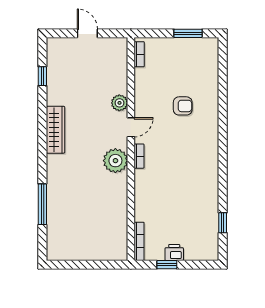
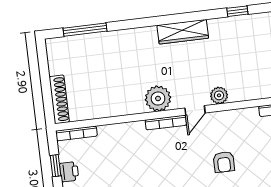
door: (131, 127) -> (195, 110), hinge flipped
bookcase: (139, 156) -> (166, 123), width x1.56
window: (42, 204) -> (85, 30), moved
shoe rack: (105, 254) -> (59, 99), added

